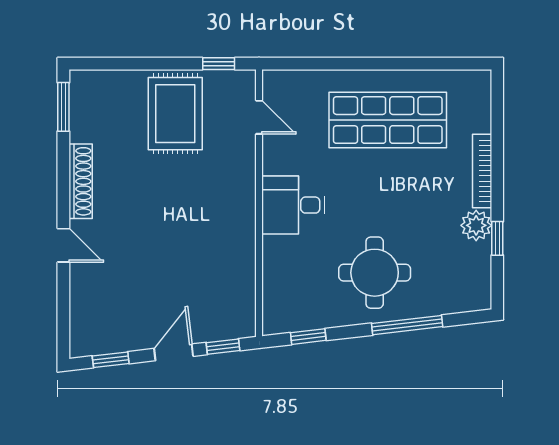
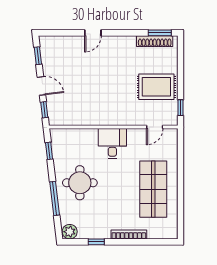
shoe rack: (81, 181) -> (155, 41), moved
plant: (476, 225) -> (70, 232), moved

